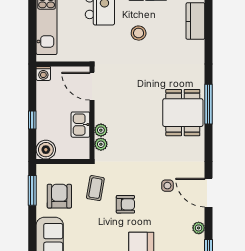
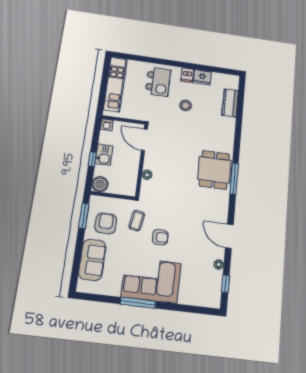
window: (209, 104) -> (234, 179), moved
kitchen sink: (80, 125) -> (104, 155), moved, turned 180
plant: (101, 144) -> (146, 186), removed
side table: (167, 186) -> (196, 226), removed

